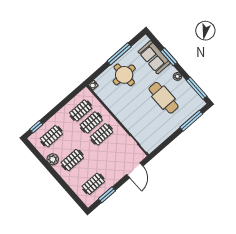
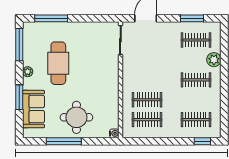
clothes rail: (102, 134) -> (147, 80), removed
plant: (53, 159) -> (214, 60), moved

